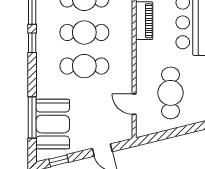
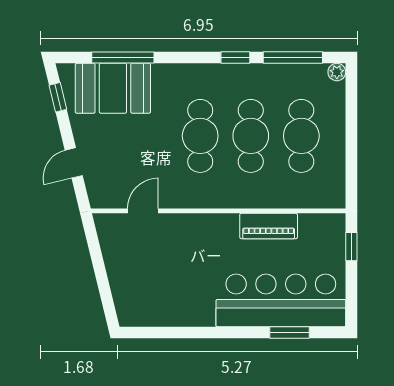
cafe table: (171, 93) -> (160, 266), removed

